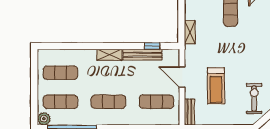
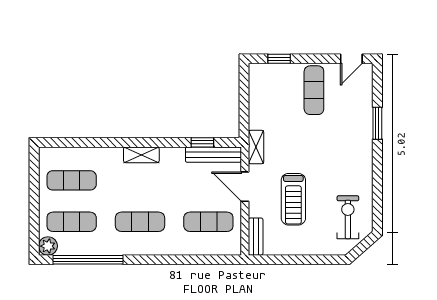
shelving: (190, 32) -> (256, 147), moved
bench: (142, 55) -> (213, 155), moved

